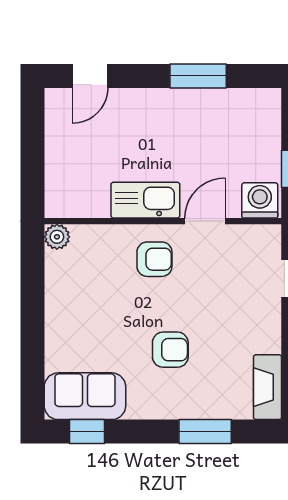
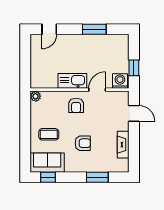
armchair: (154, 259) -> (76, 105), turned 90
coffee table: (89, 328) -> (49, 134), added
fireplace: (267, 387) -> (123, 145), moved

